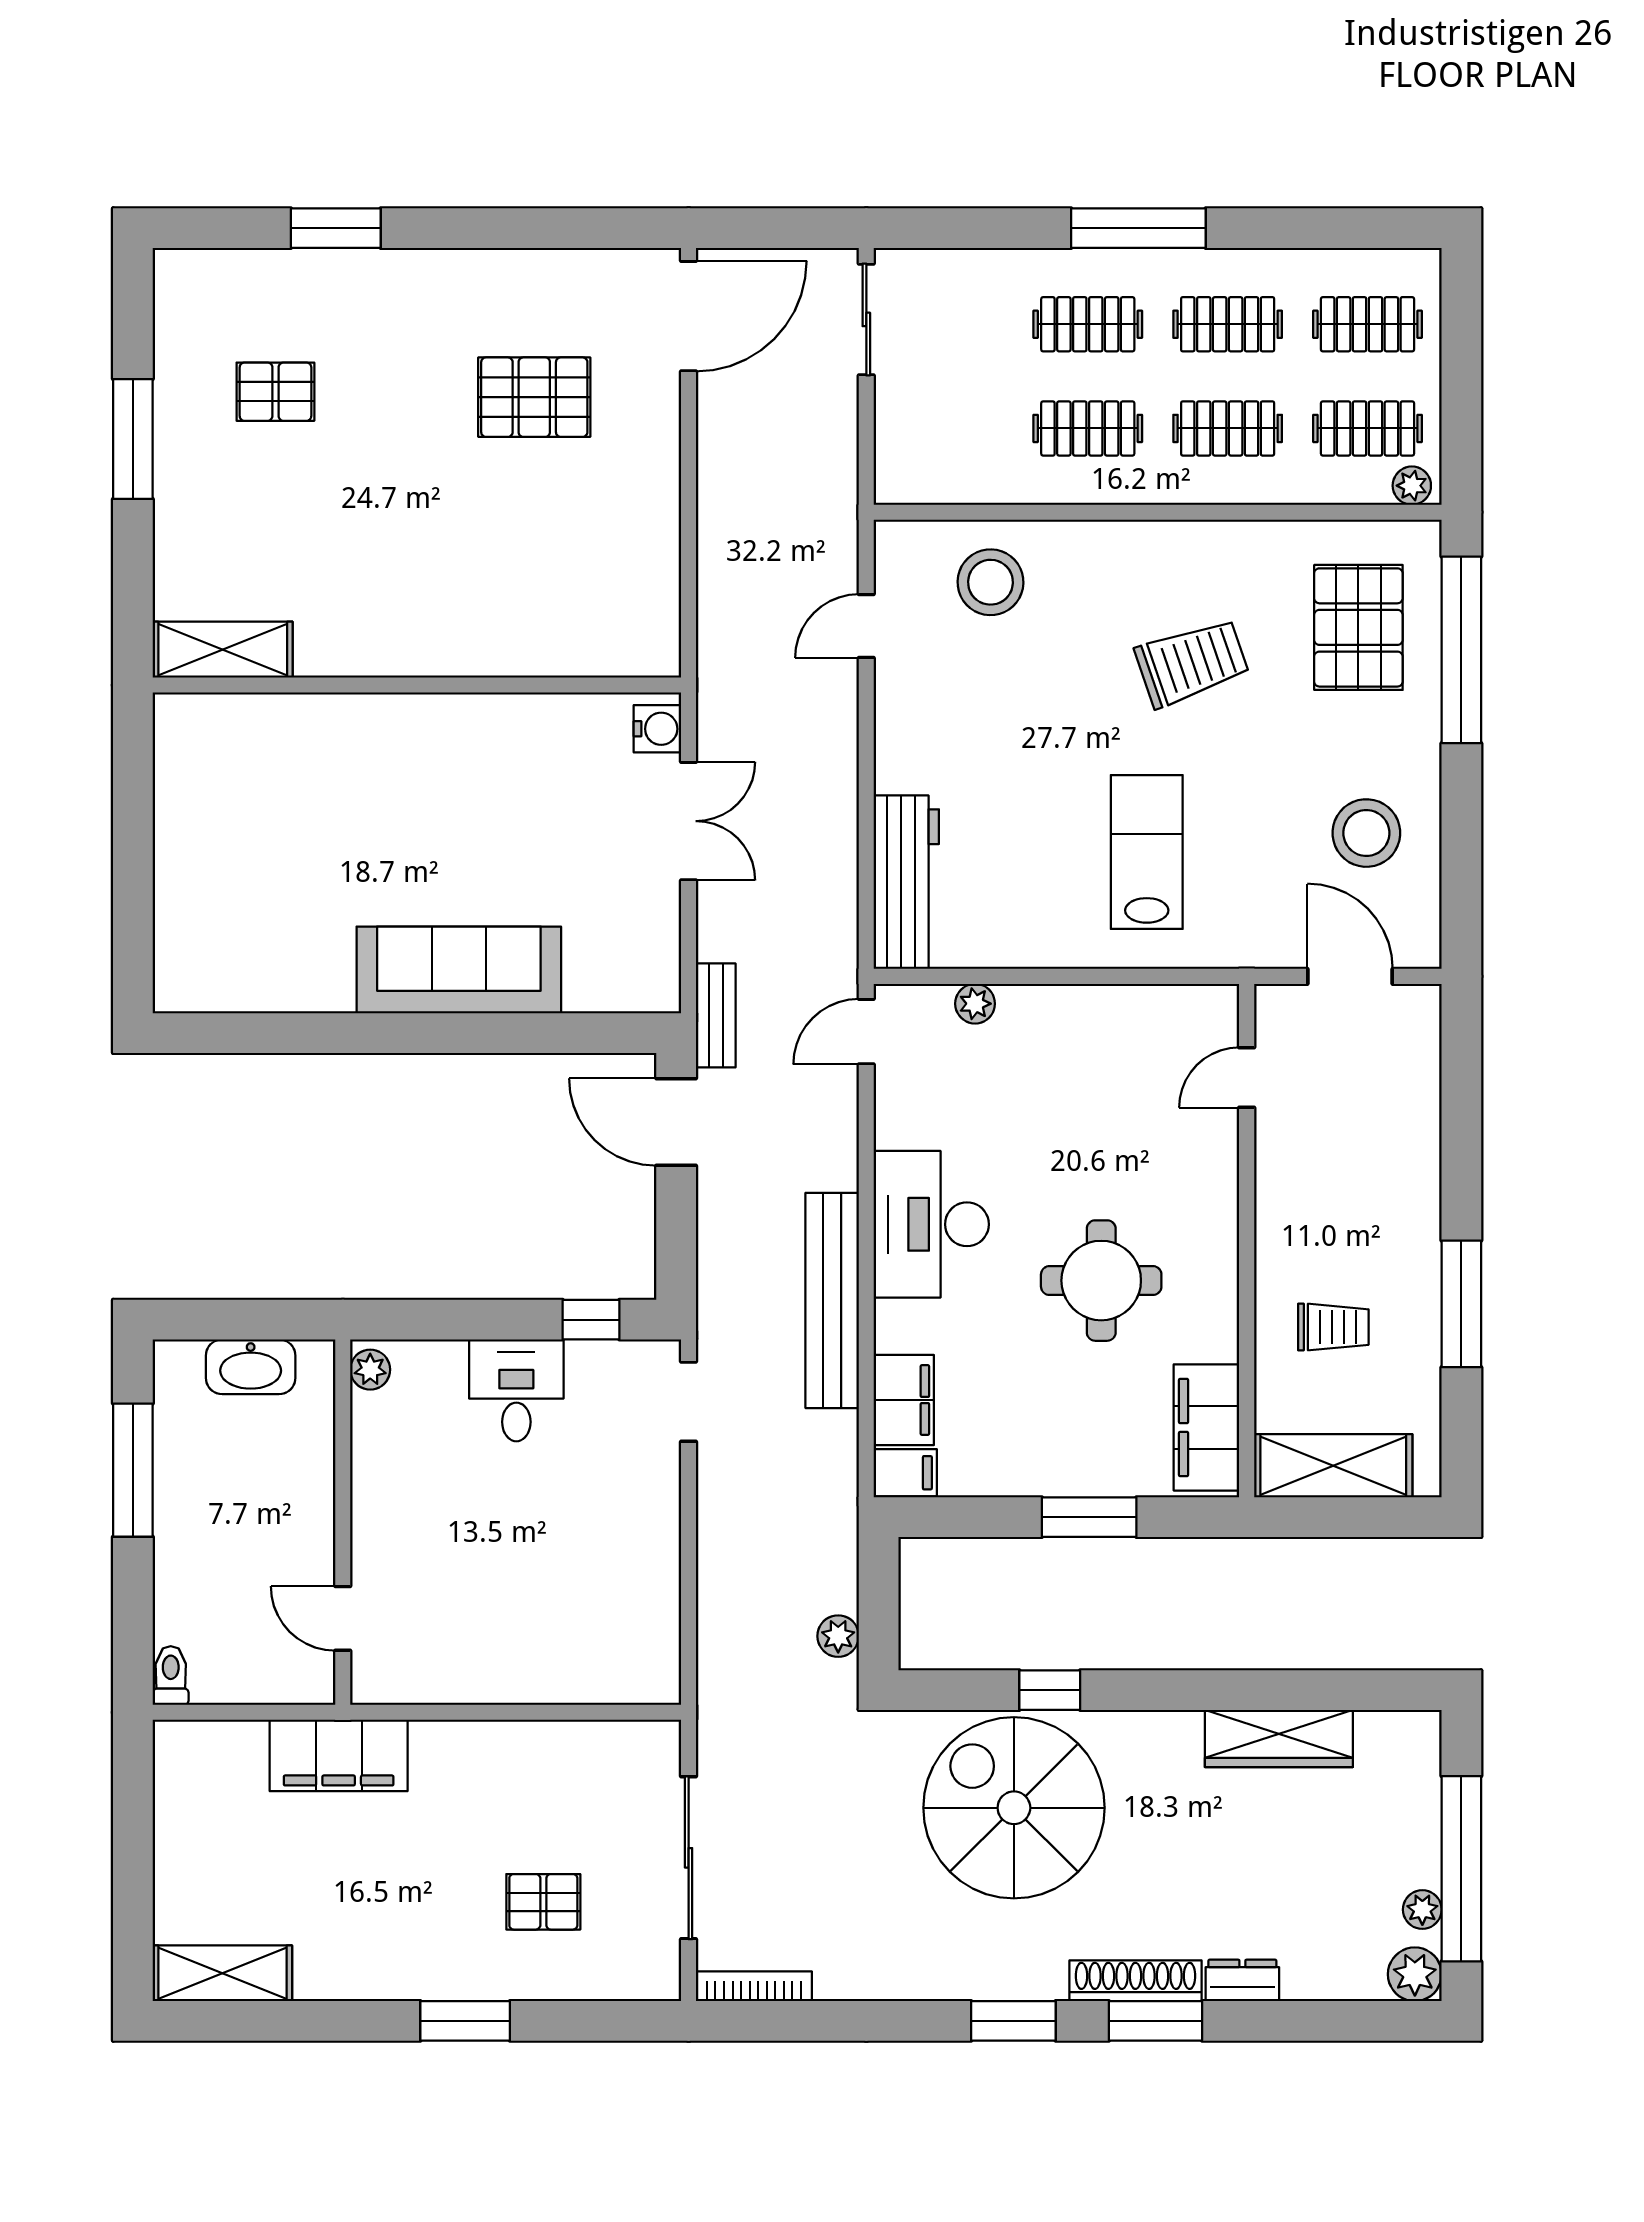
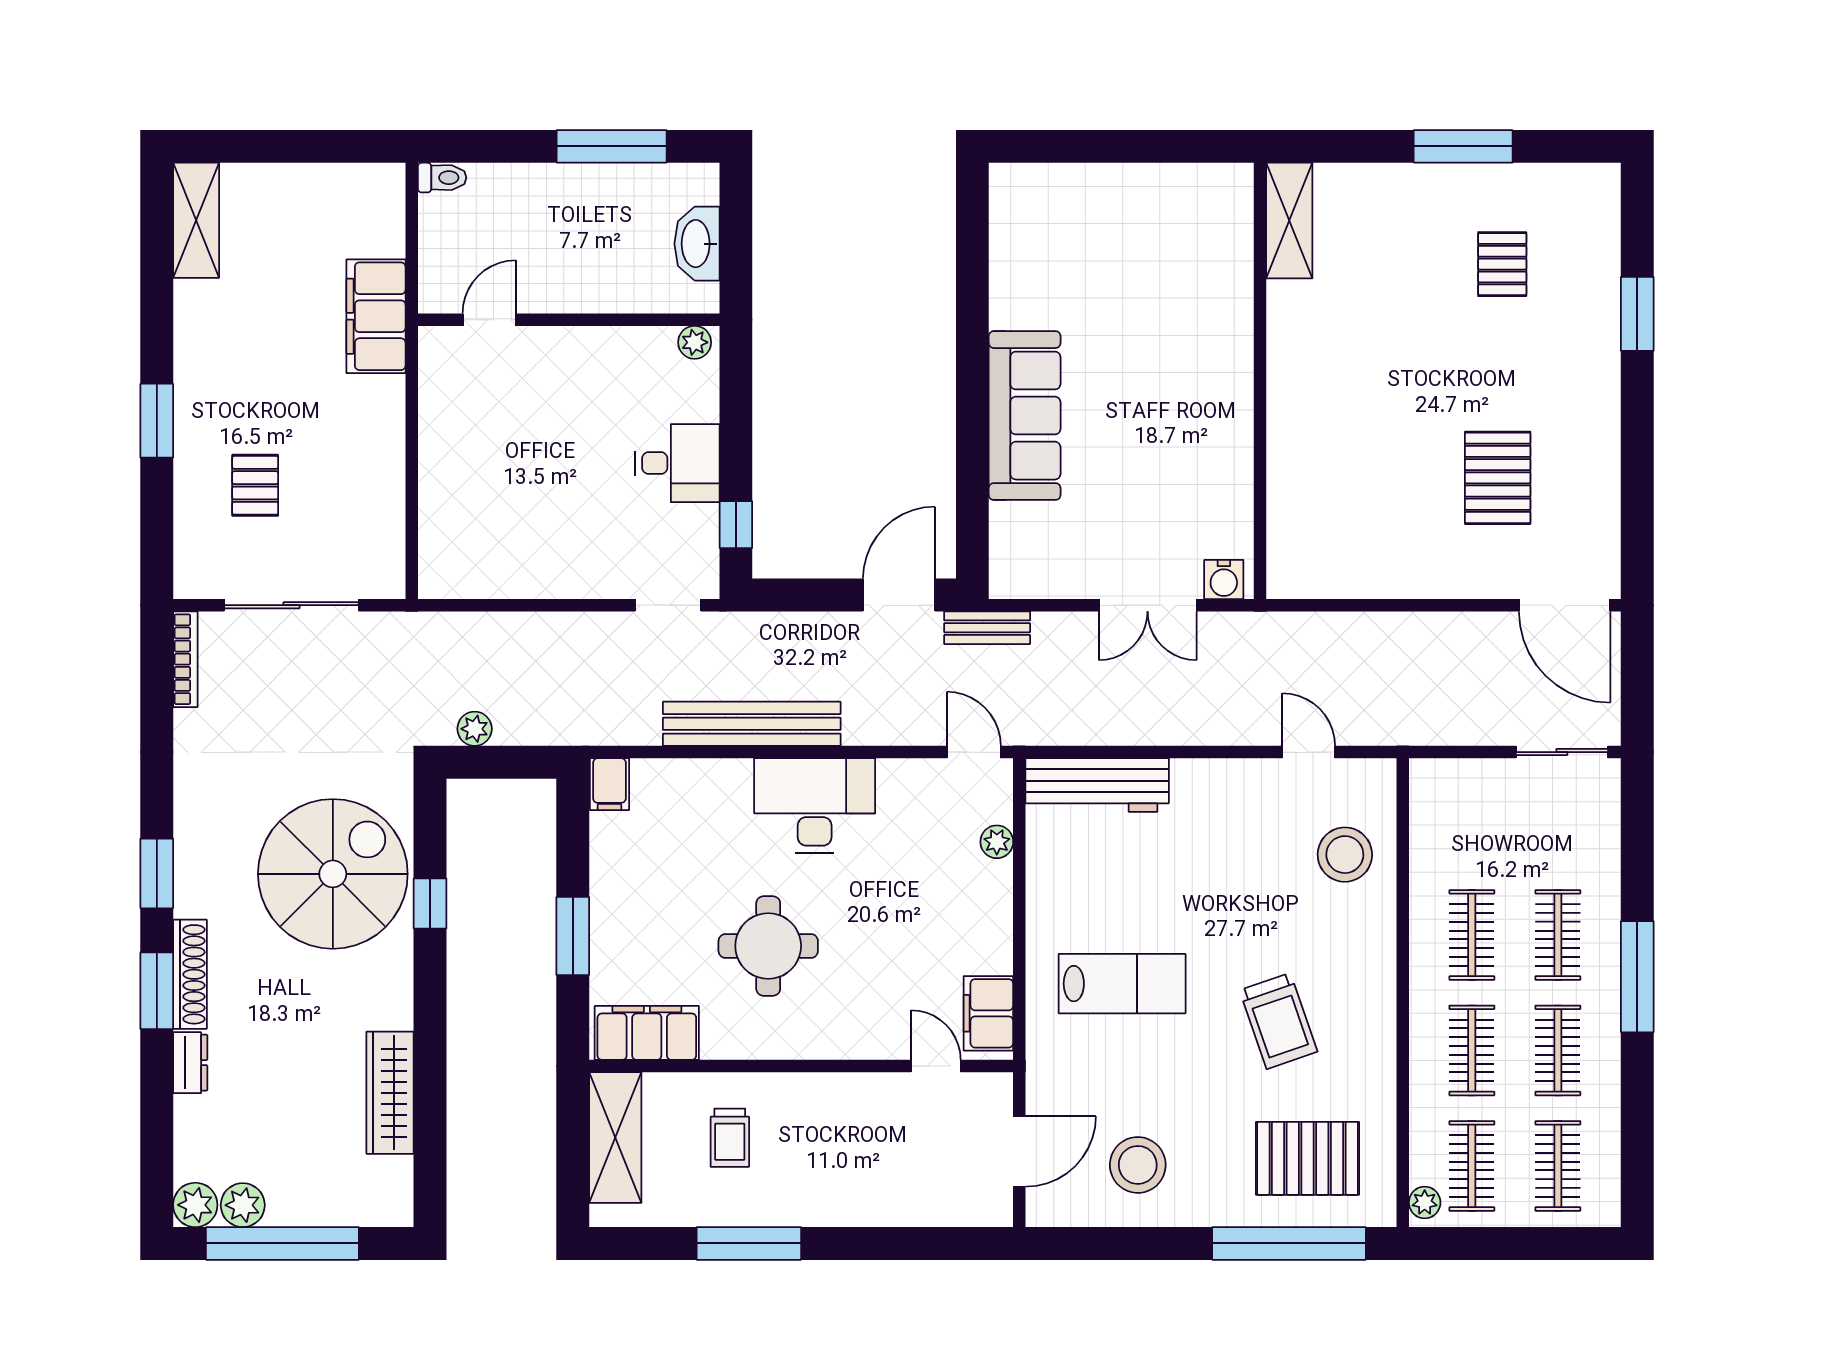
filing cabinet: (904, 1400) -> (988, 1013), moved, turned 90
plant: (1422, 1910) -> (243, 1205), width x1.38, depth x1.38

